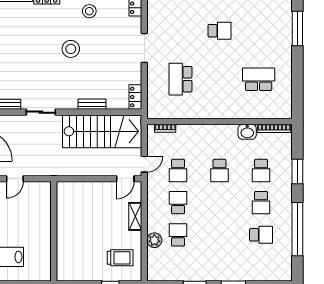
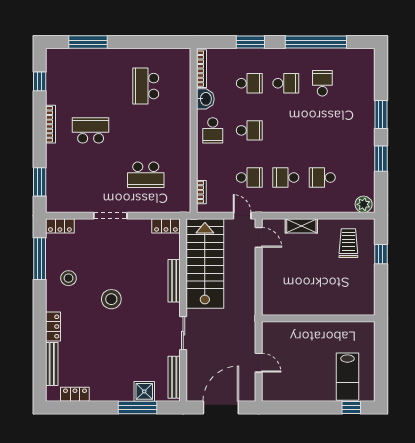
school desk: (220, 31) -> (91, 130), width x1.85
bench: (92, 104) -> (174, 281), width x1.36
school desk: (220, 138) -> (213, 130), added
plant: (154, 240) -> (364, 204), moved

